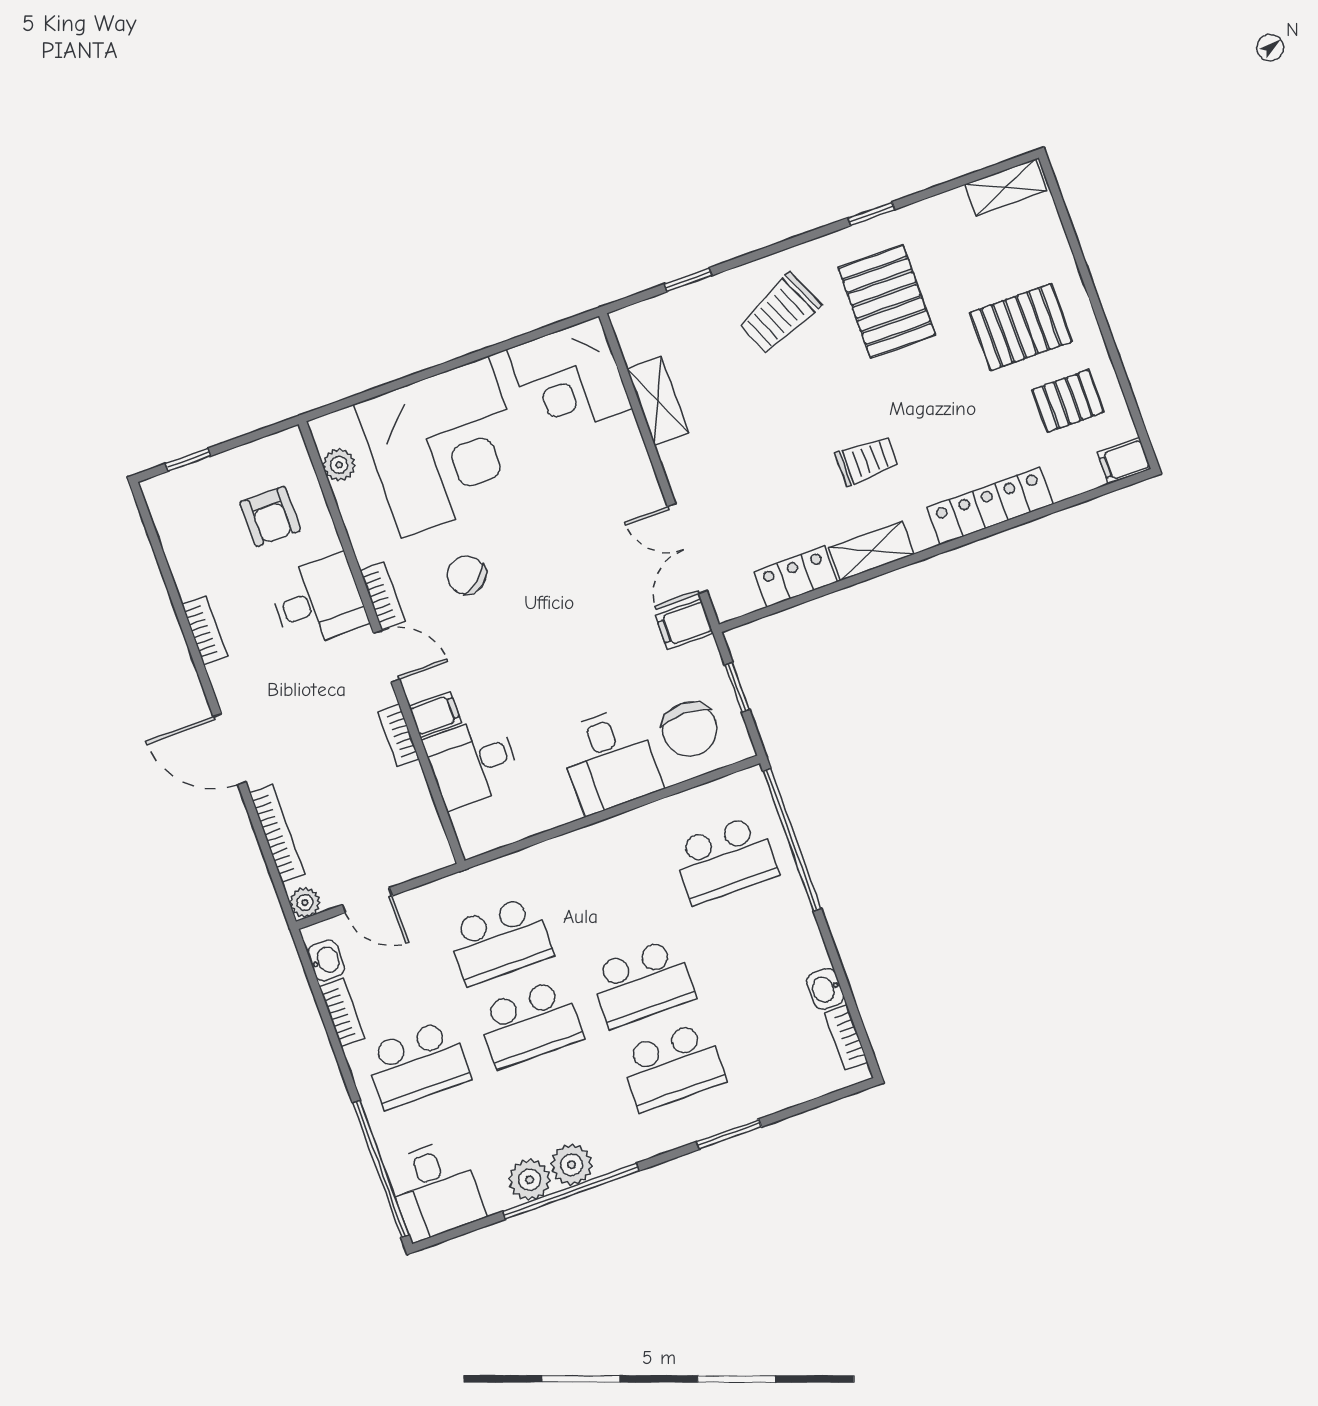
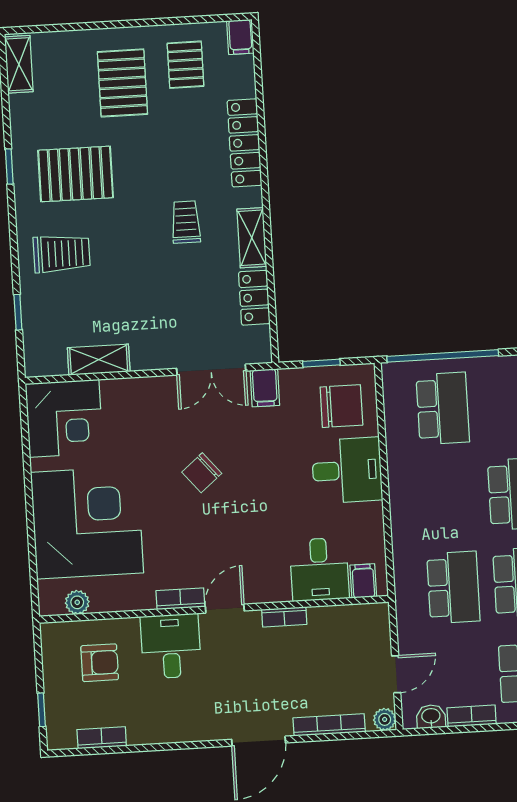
trolley: (780, 314) -> (62, 254), turned -66
chair: (466, 575) -> (202, 473), moved
bookcase: (205, 630) -> (102, 738), moved
filing cabinet: (435, 715) -> (363, 581), moved

